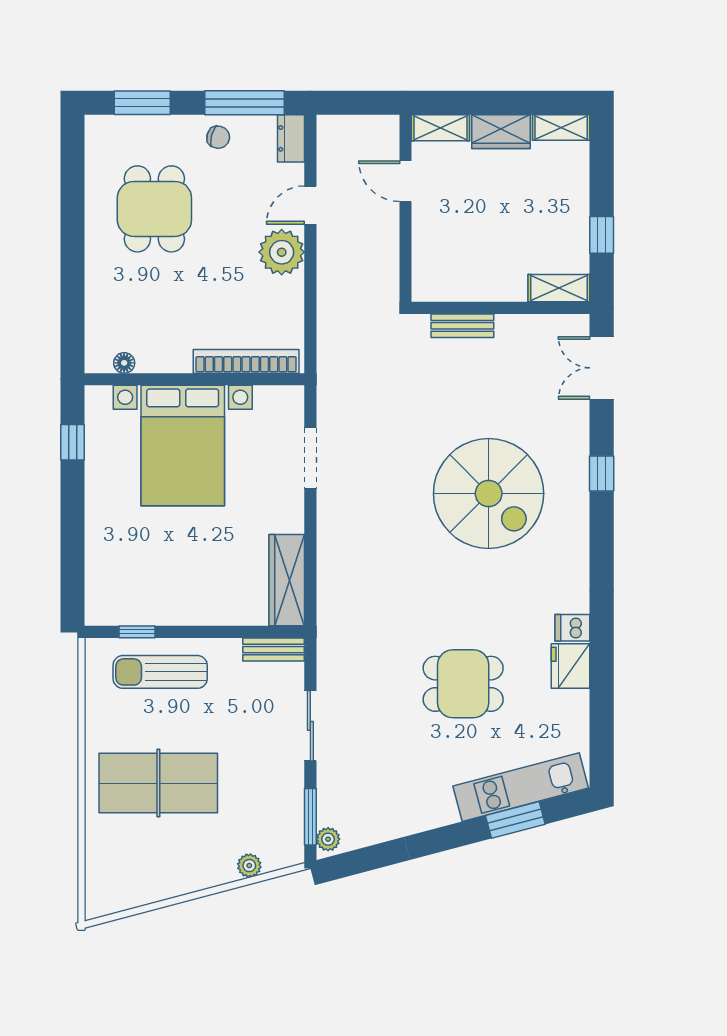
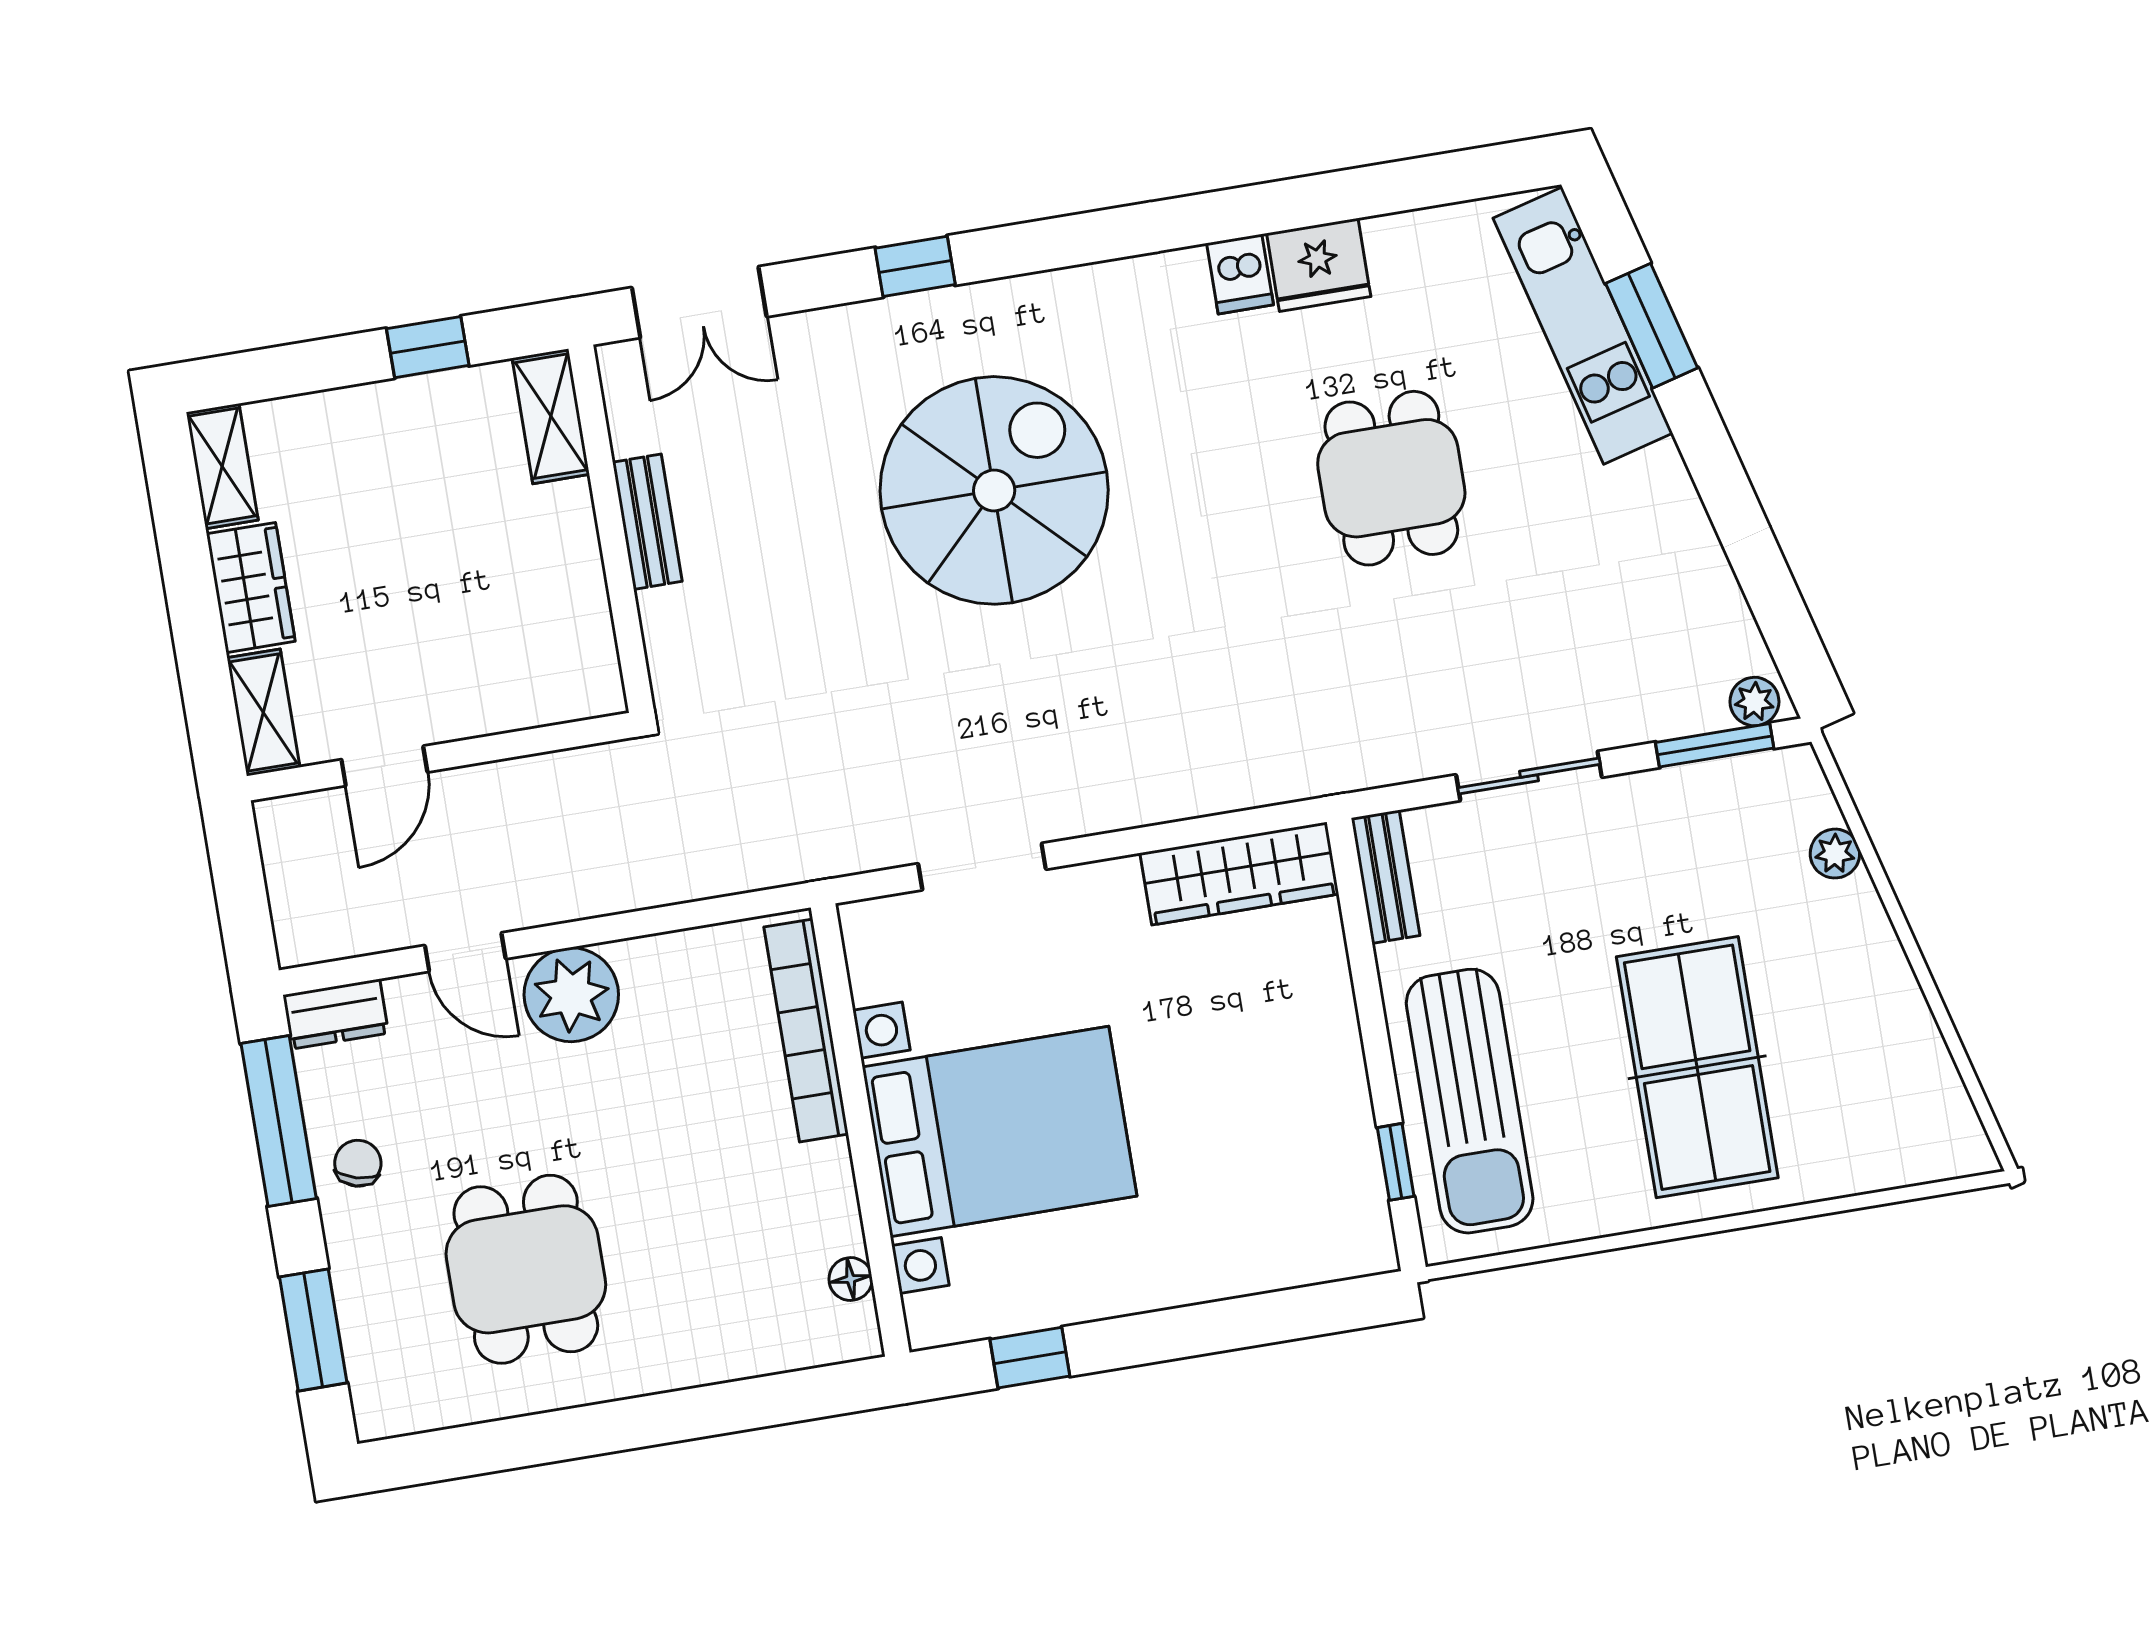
dining table: (154, 209) -> (526, 1269), turned 90
bench: (462, 326) -> (647, 522), moved
sun lounger: (160, 672) -> (1470, 1101), width x1.36, depth x1.34

